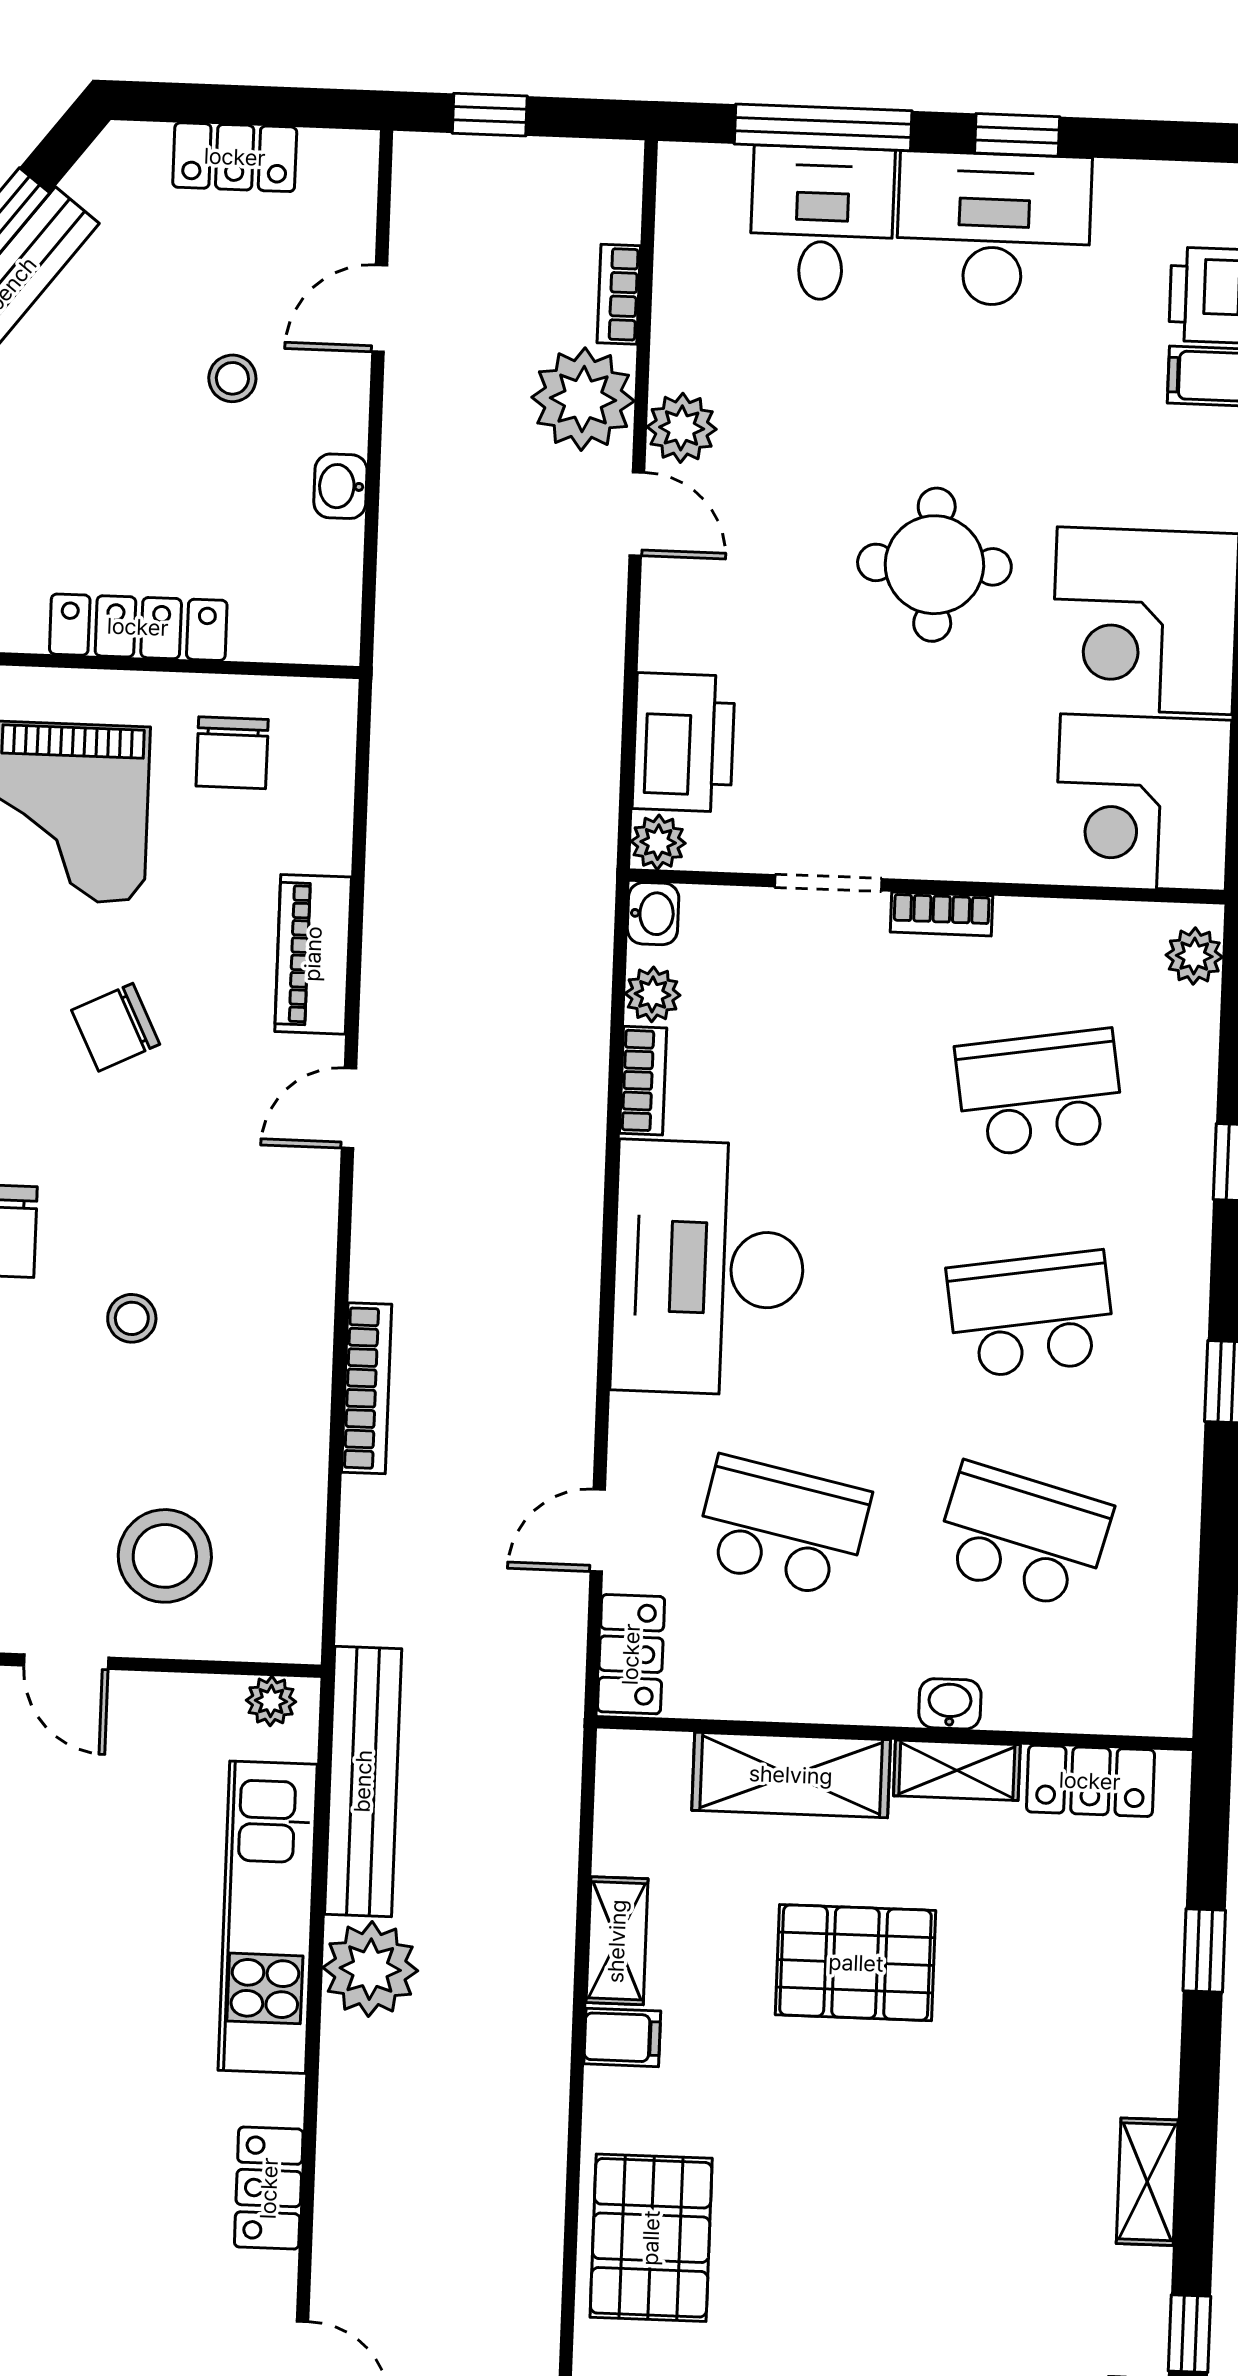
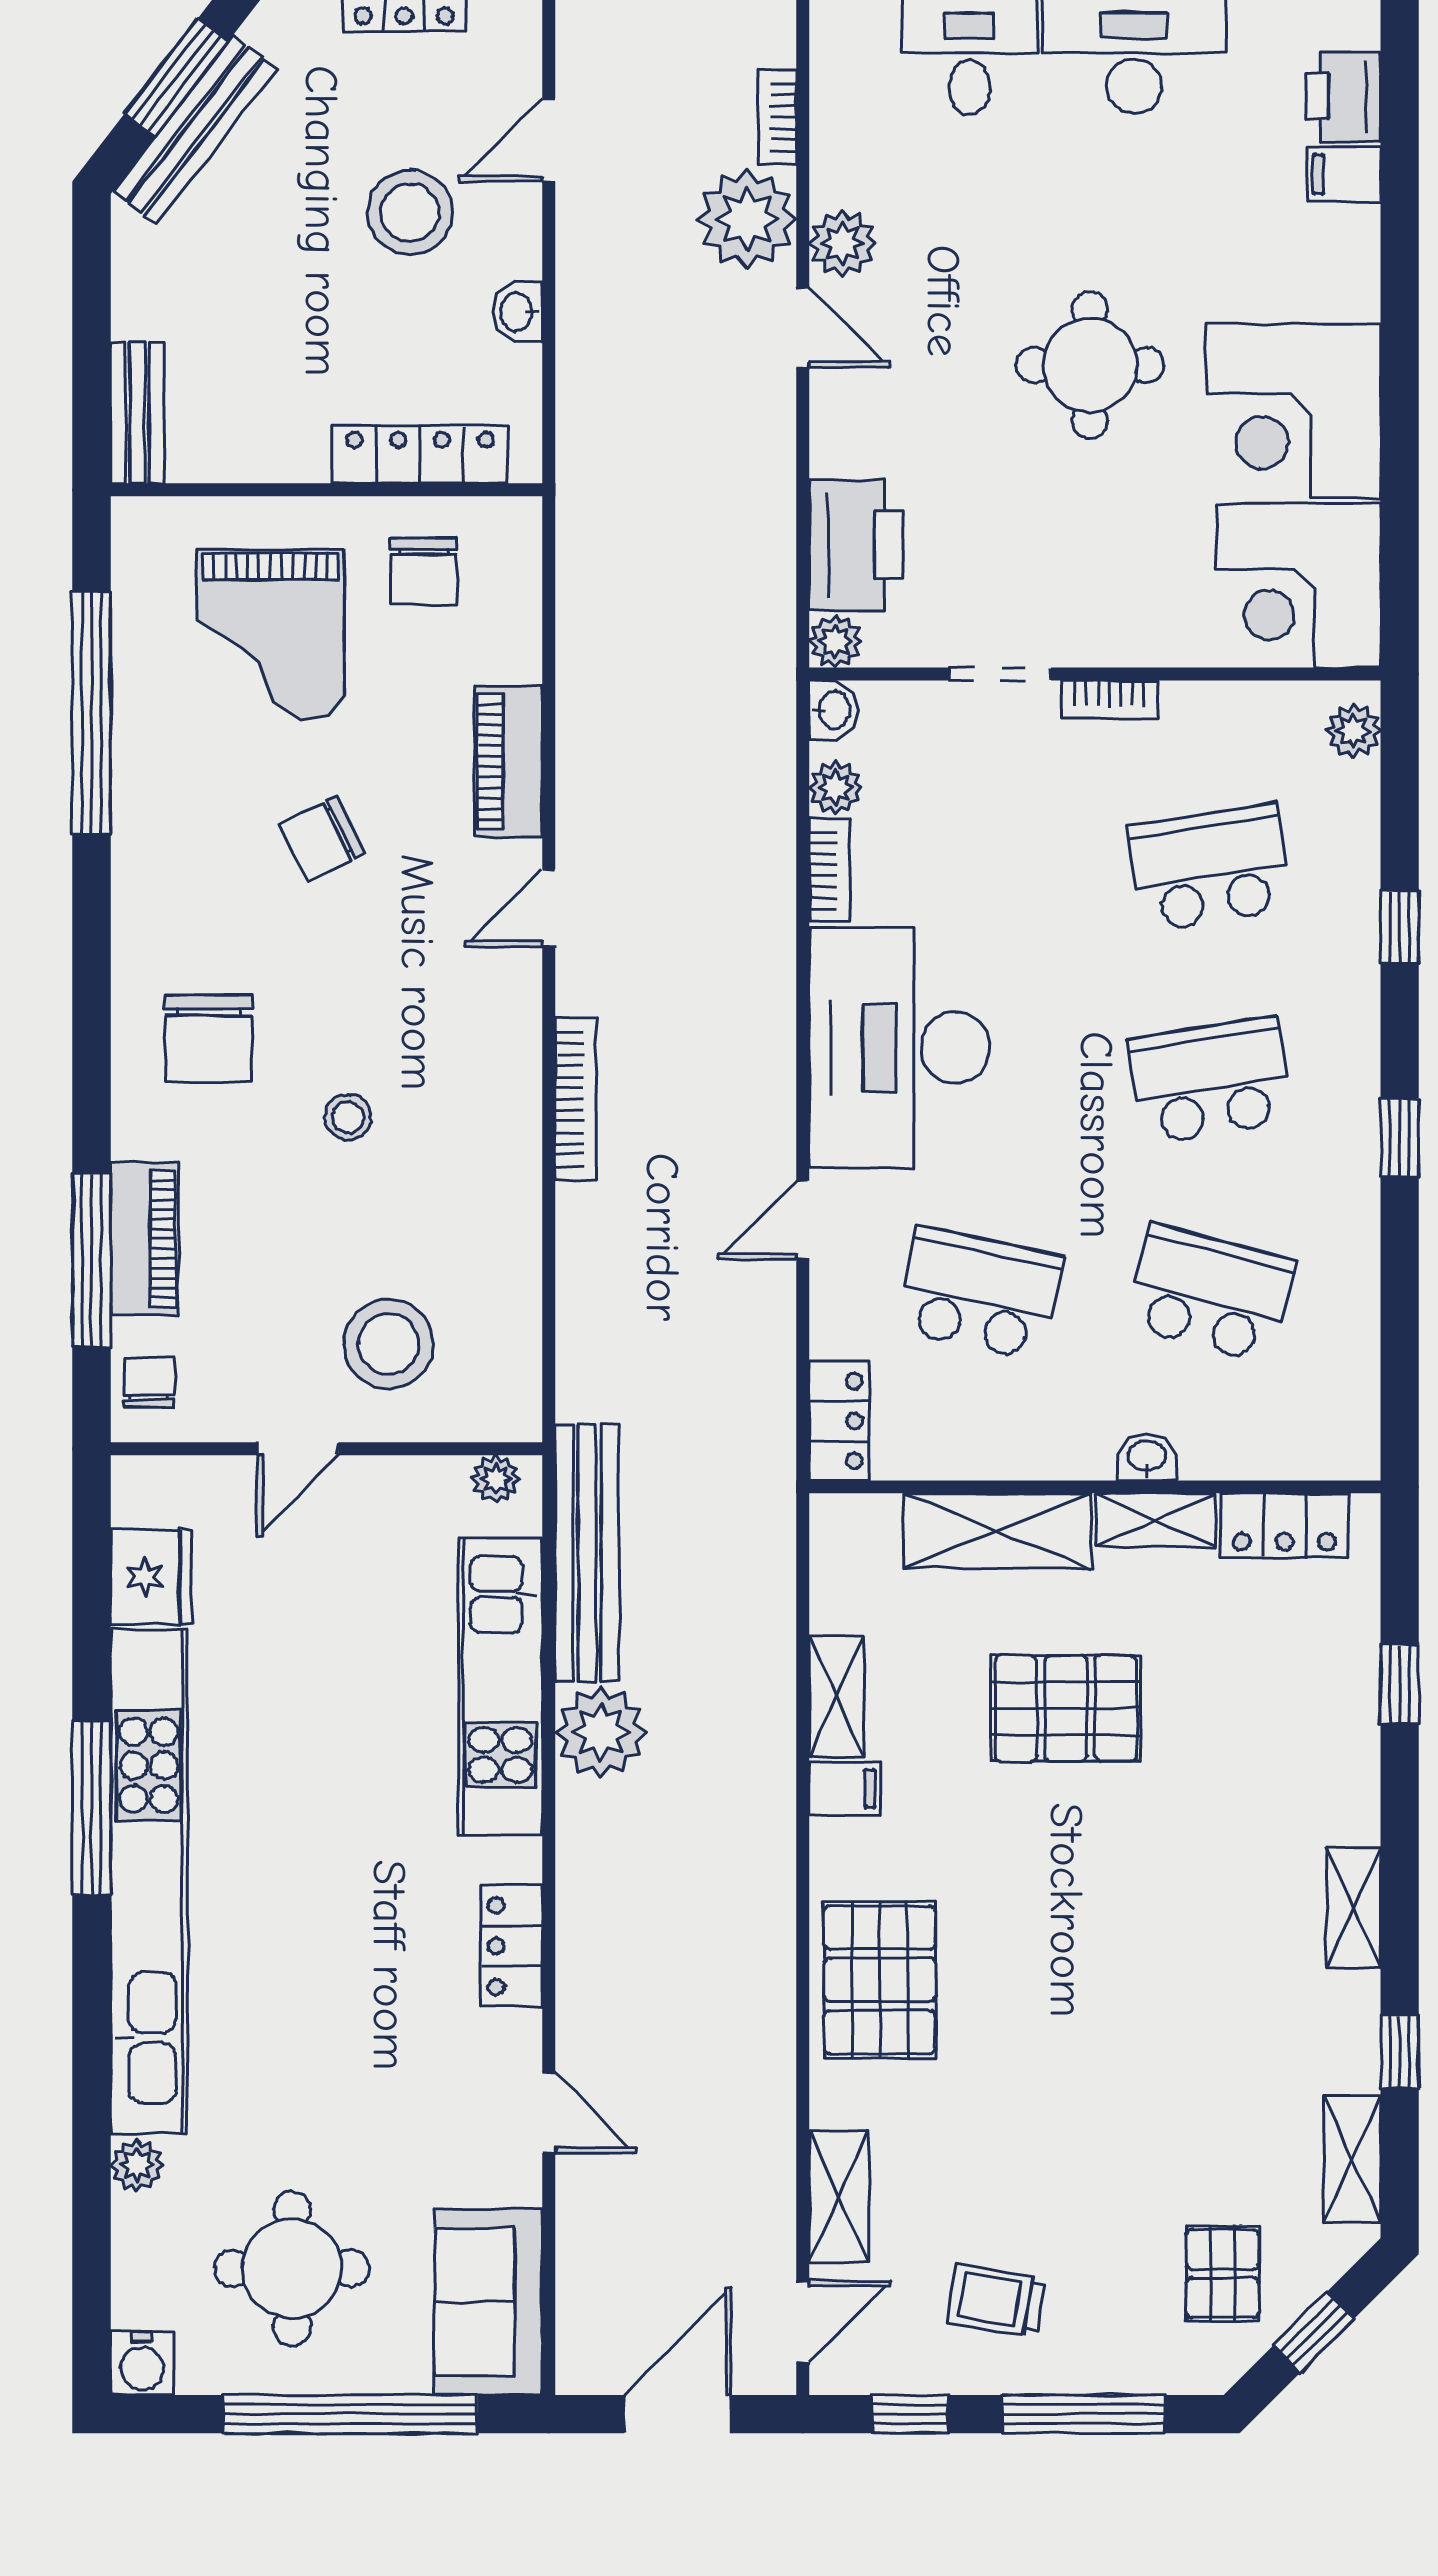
stool: (232, 378) -> (410, 212), width x1.89, depth x1.89
locker: (138, 627) -> (420, 454), moved
bookcase: (367, 1388) -> (576, 1099), moved
door: (598, 1530) -> (803, 1220), moved
door: (66, 1662) -> (298, 1449), hinge flipped

